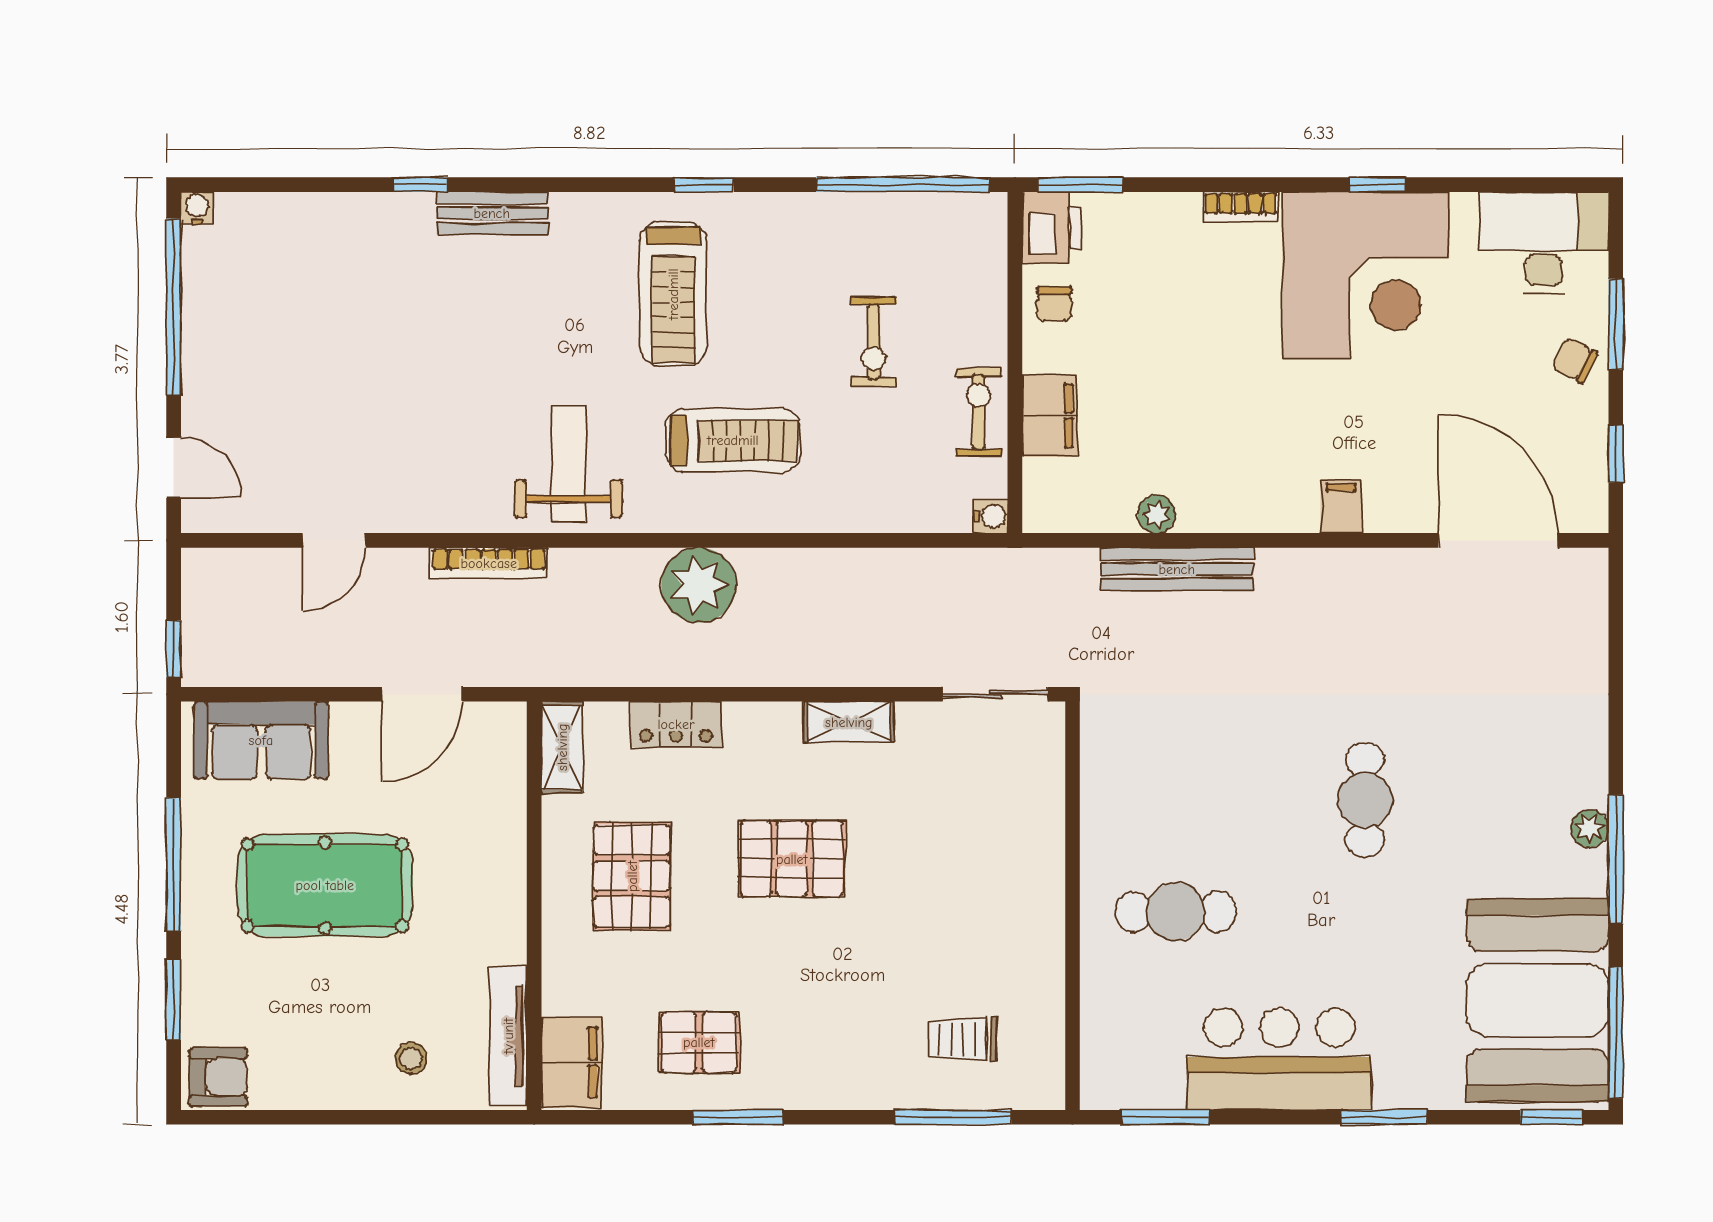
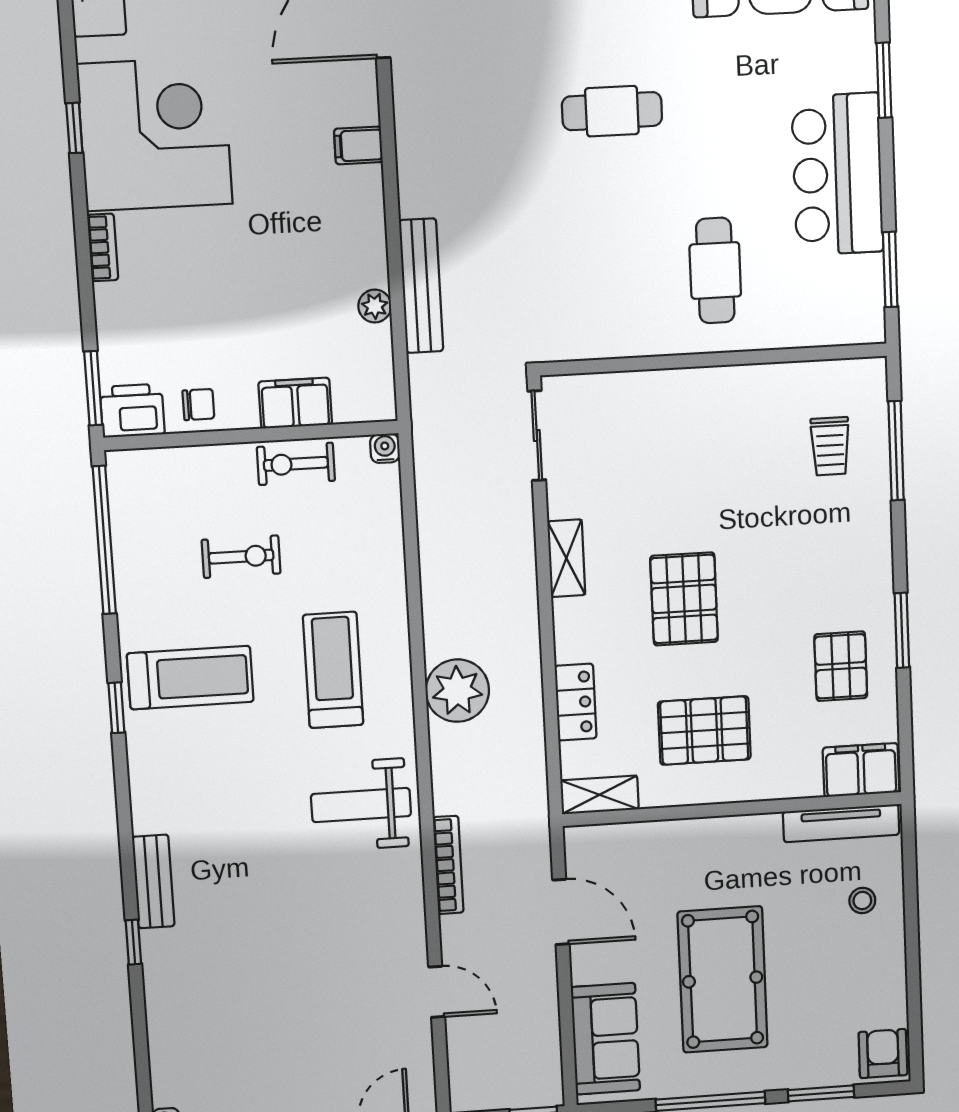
treadmill: (673, 294) -> (190, 678), moved

